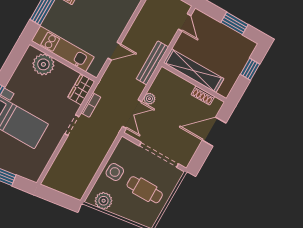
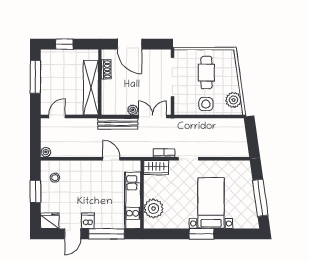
window: (234, 23) -> (35, 77), width x1.44
bench: (152, 63) -> (118, 124), moved

